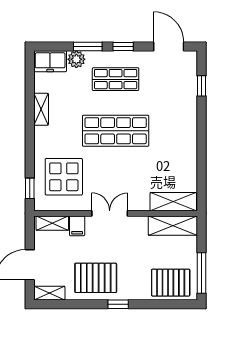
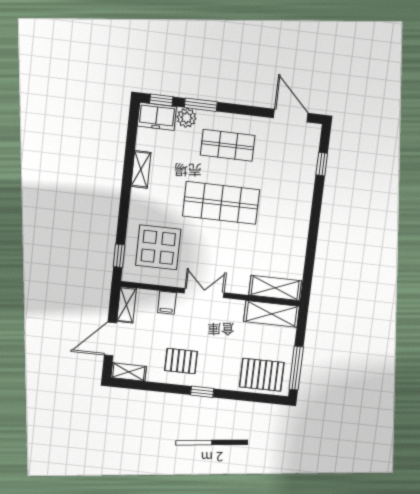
window: (123, 46) -> (161, 100), moved
shelving: (52, 223) -> (127, 305), moved, turned 90
pallet: (96, 278) -> (181, 361), width x0.67, depth x0.71

